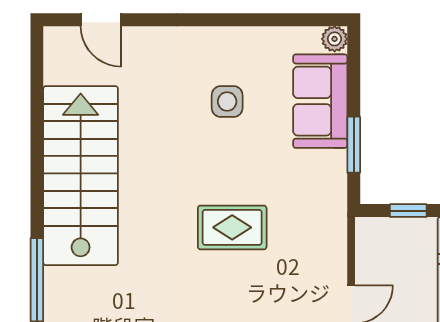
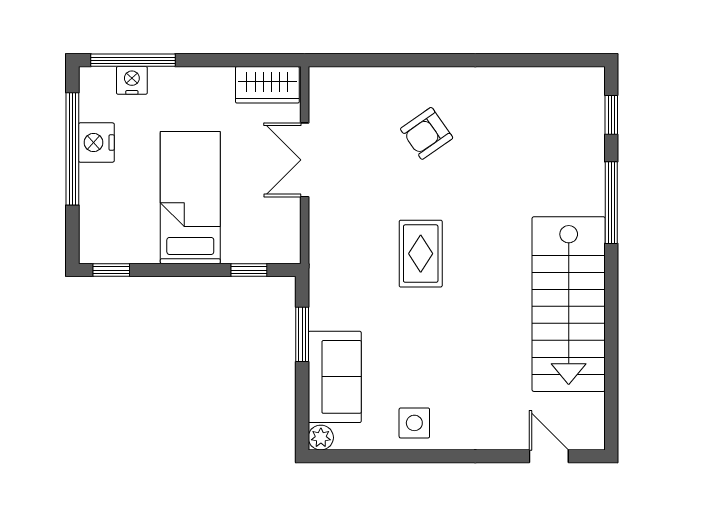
side table: (227, 102) -> (414, 423), moved
rug: (232, 227) -> (421, 254), turned 90

